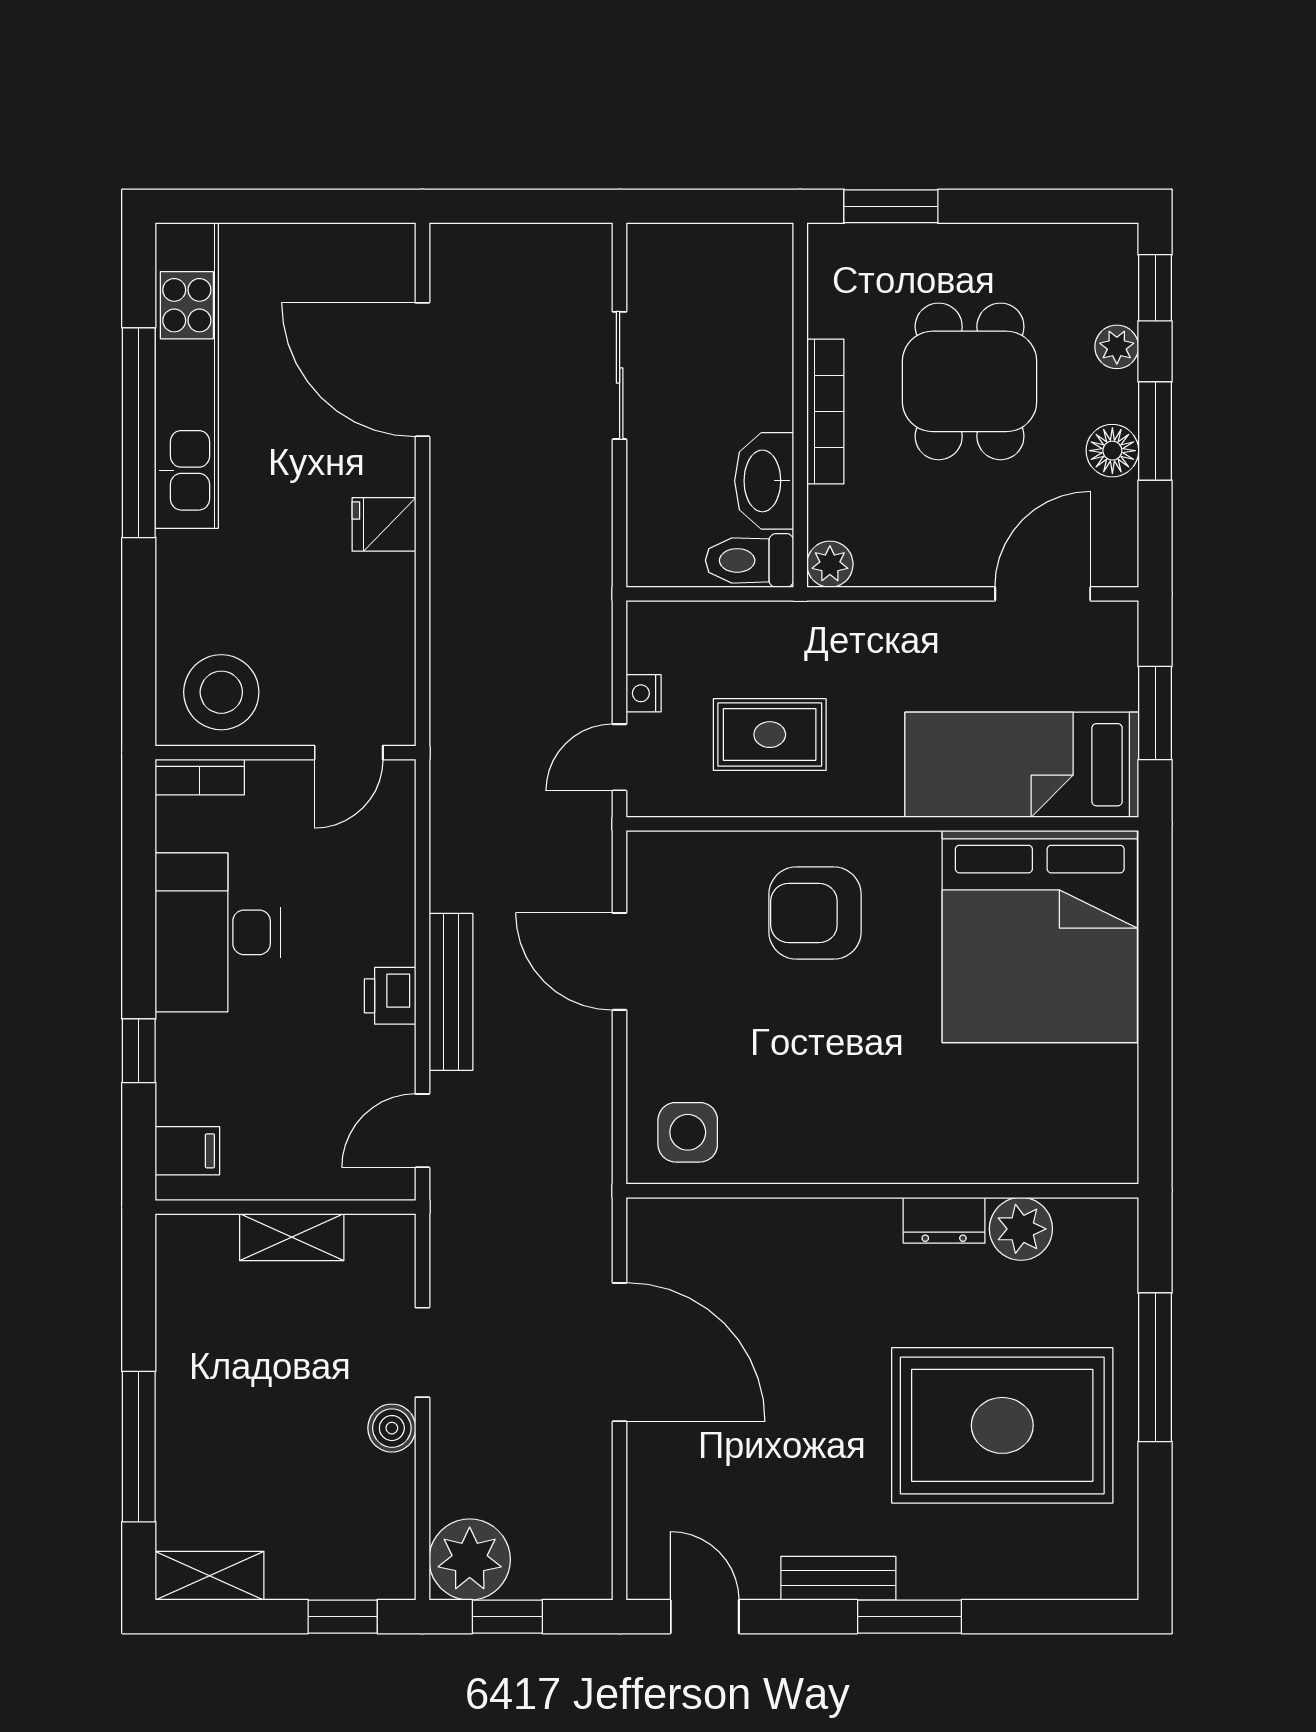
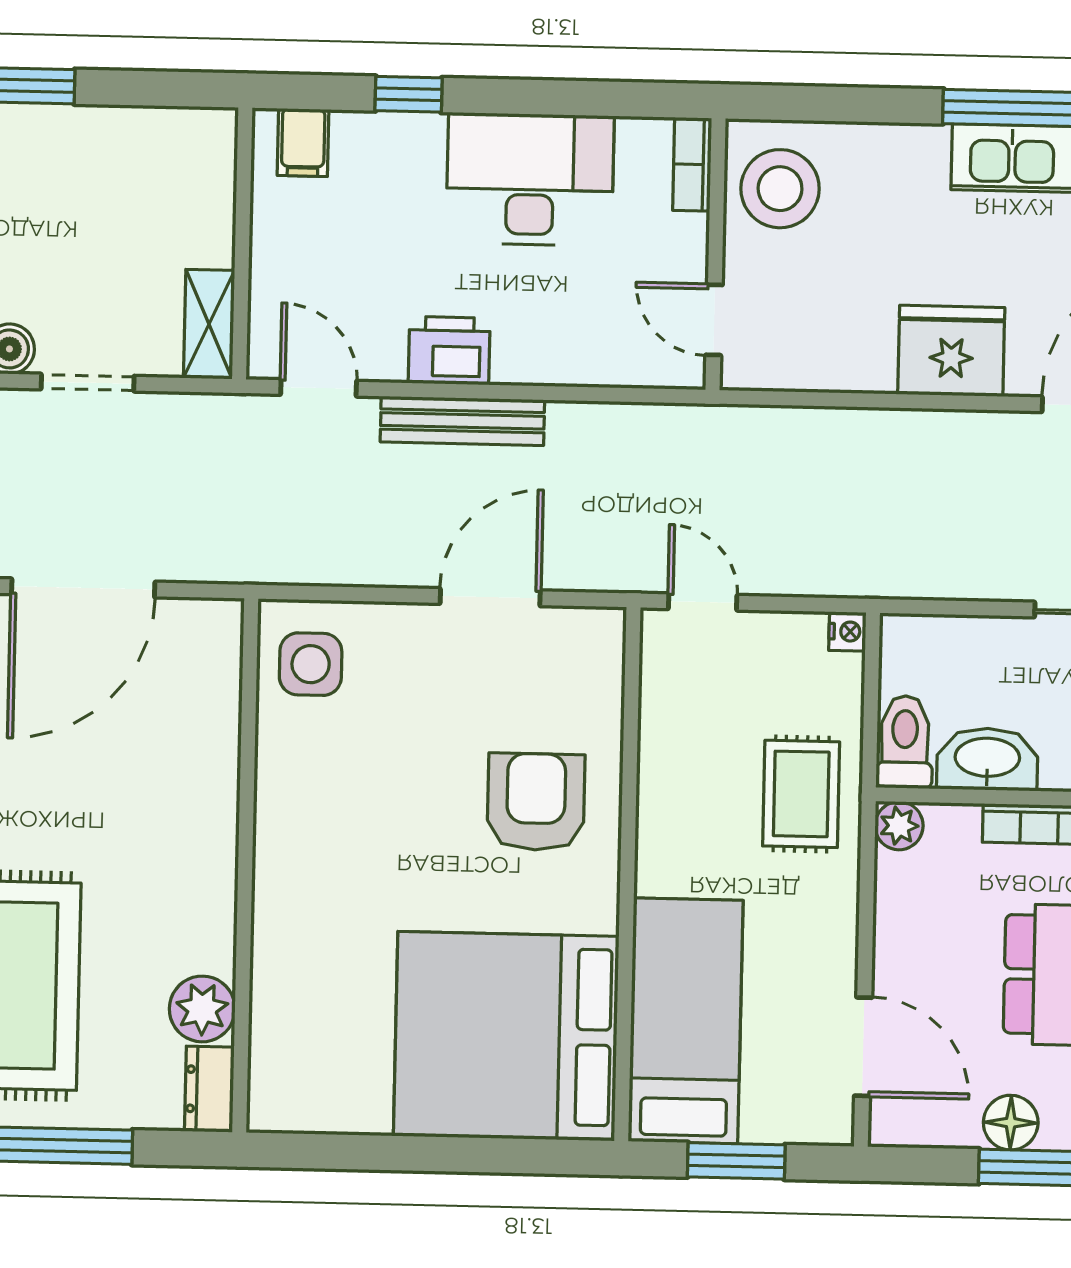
fridge: (384, 524) -> (951, 351), width x1.88, depth x1.34
nightstand: (644, 693) -> (847, 631), moved, turned 90
rug: (770, 735) -> (801, 794), moved
printer: (390, 996) -> (449, 351), width x1.36, depth x1.24
dresser: (944, 1220) -> (209, 1089), moved
shelving: (292, 1237) -> (209, 324), moved

